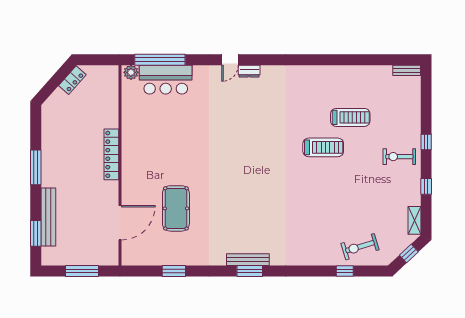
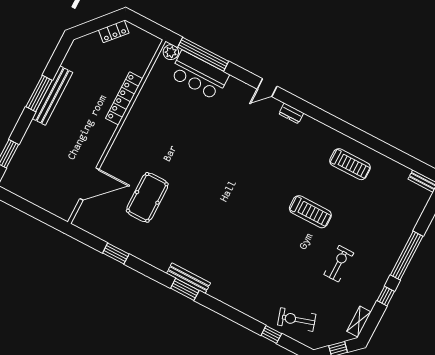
dresser: (249, 71) -> (291, 113), moved
treadmill: (350, 117) -> (350, 164), moved
window: (426, 142) -> (407, 256), width x3.17
locker: (111, 154) -> (124, 98), moved
exercise bike: (399, 157) -> (339, 264), moved, turned 90
bench: (48, 217) -> (53, 96), moved
window: (82, 271) -> (32, 210), removed

